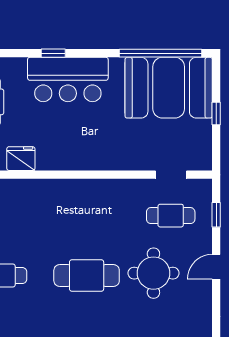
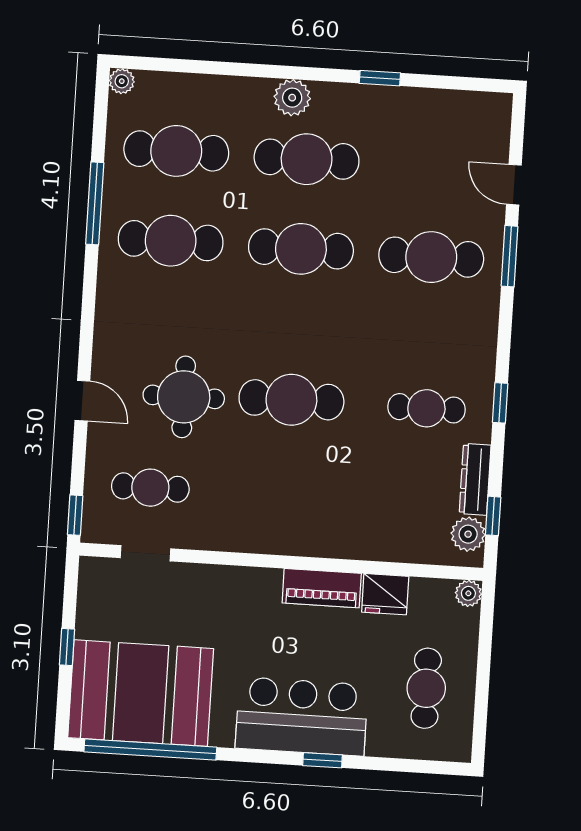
piano: (60, 160) -> (322, 588), added
window: (216, 215) -> (75, 515), moved
door: (216, 267) -> (82, 401), hinge flipped

